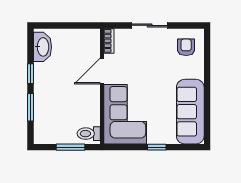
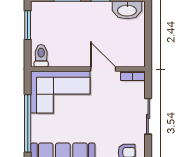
window: (70, 147) -> (28, 25), moved
window: (157, 147) -> (28, 123), width x3.17

